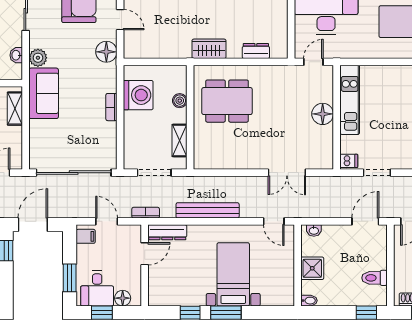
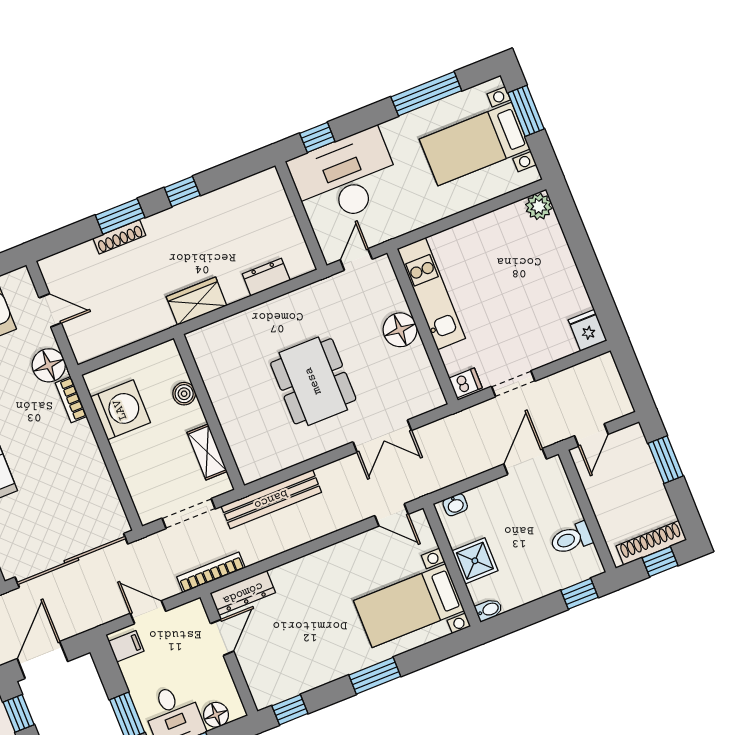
dining table: (227, 101) -> (313, 381), moved, turned 90
bookcase: (111, 107) -> (71, 400), moved
bench: (208, 210) -> (271, 499), moved
bookcase: (146, 213) -> (211, 572), width x1.56
bed with nightstands: (233, 274) -> (409, 606), moved, turned -90
window: (190, 313) -> (290, 710), moved

